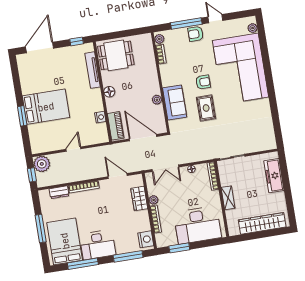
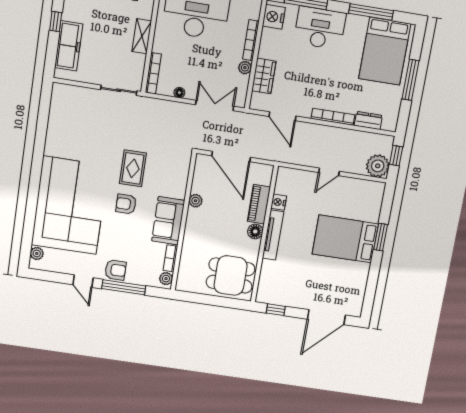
tv unit: (93, 70) -> (273, 235), moved
sofa: (175, 102) -> (168, 221), moved
piano: (116, 126) -> (259, 204), moved
window: (287, 189) -> (56, 22), added
desk: (98, 245) -> (320, 28), moved

